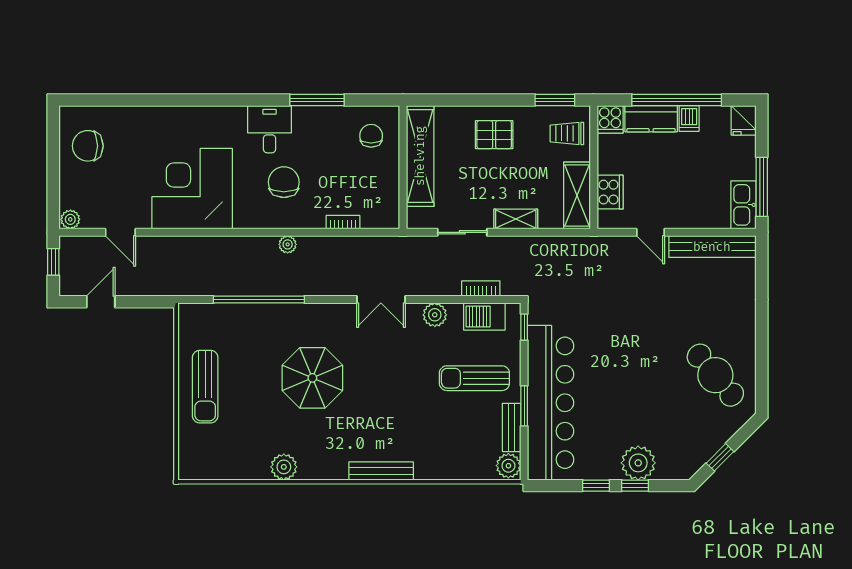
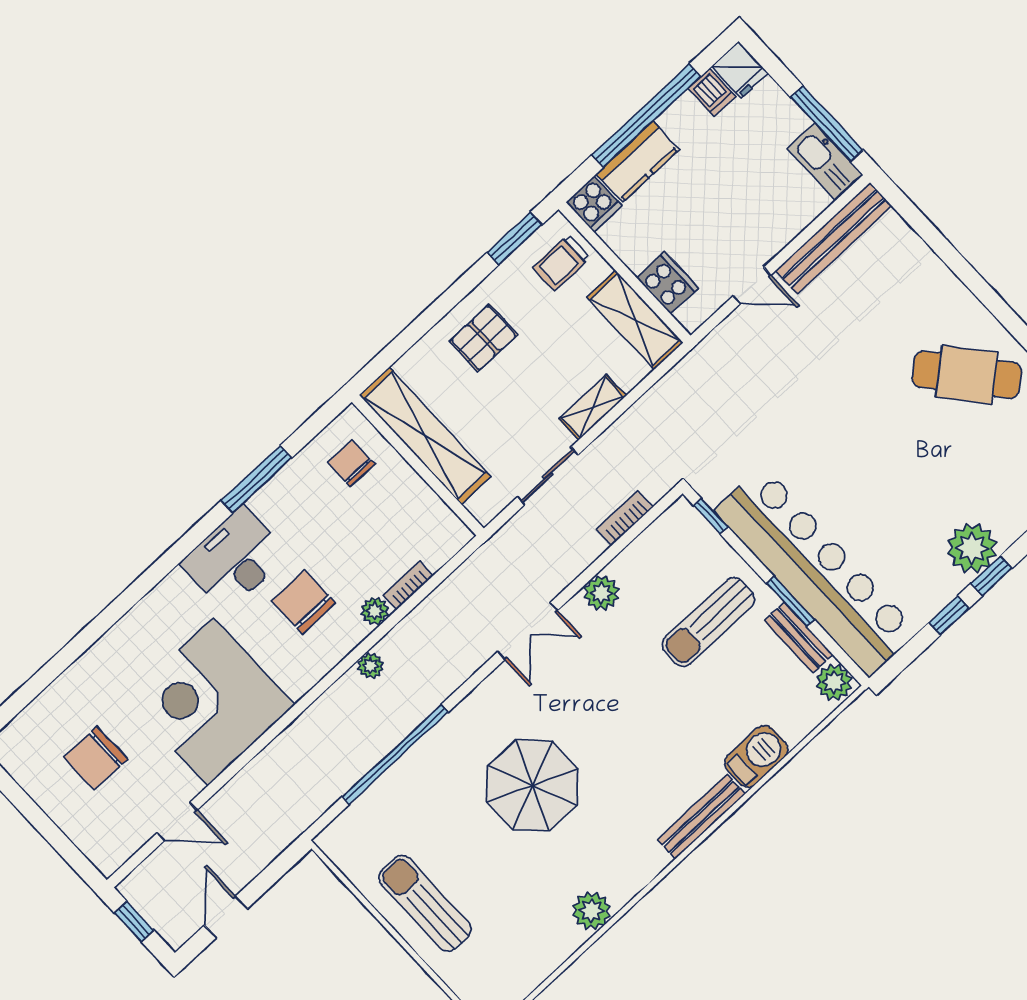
dishwasher: (689, 118) -> (712, 92), moved
desk: (270, 129) -> (234, 559), width x1.37
chair: (88, 146) -> (96, 758), moved
plant: (70, 219) -> (375, 611), moved
barbecue: (484, 317) -> (756, 756), moved, turned 180
sun lounger: (205, 387) -> (425, 903), turned 180

